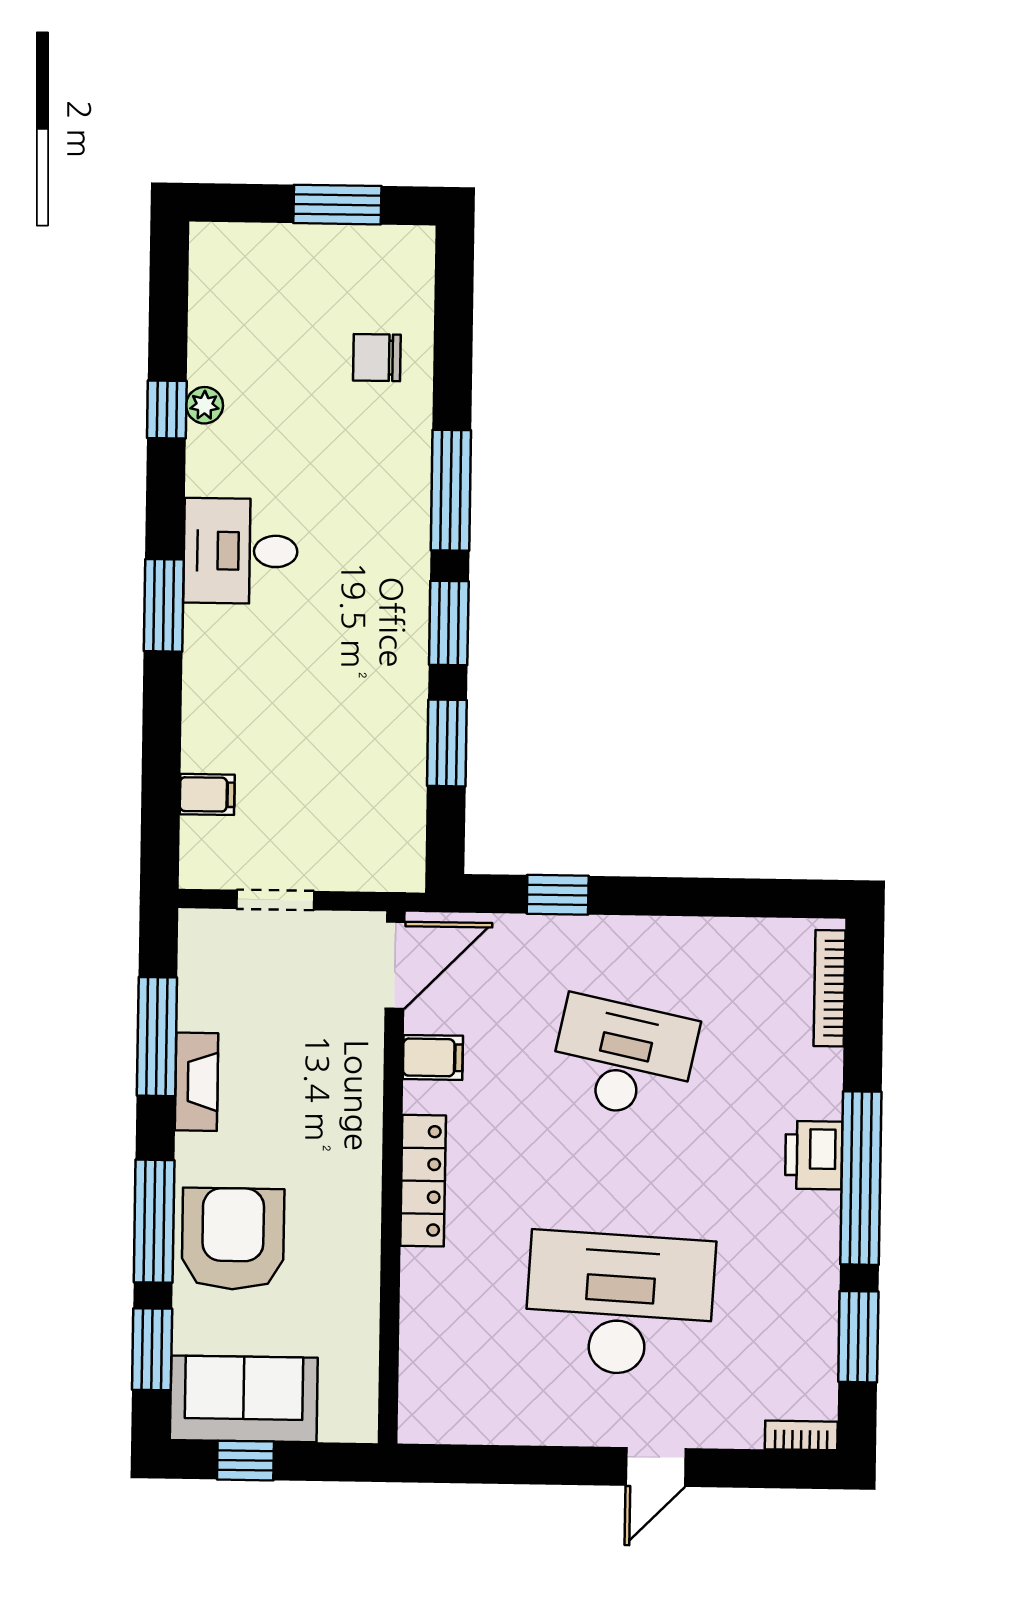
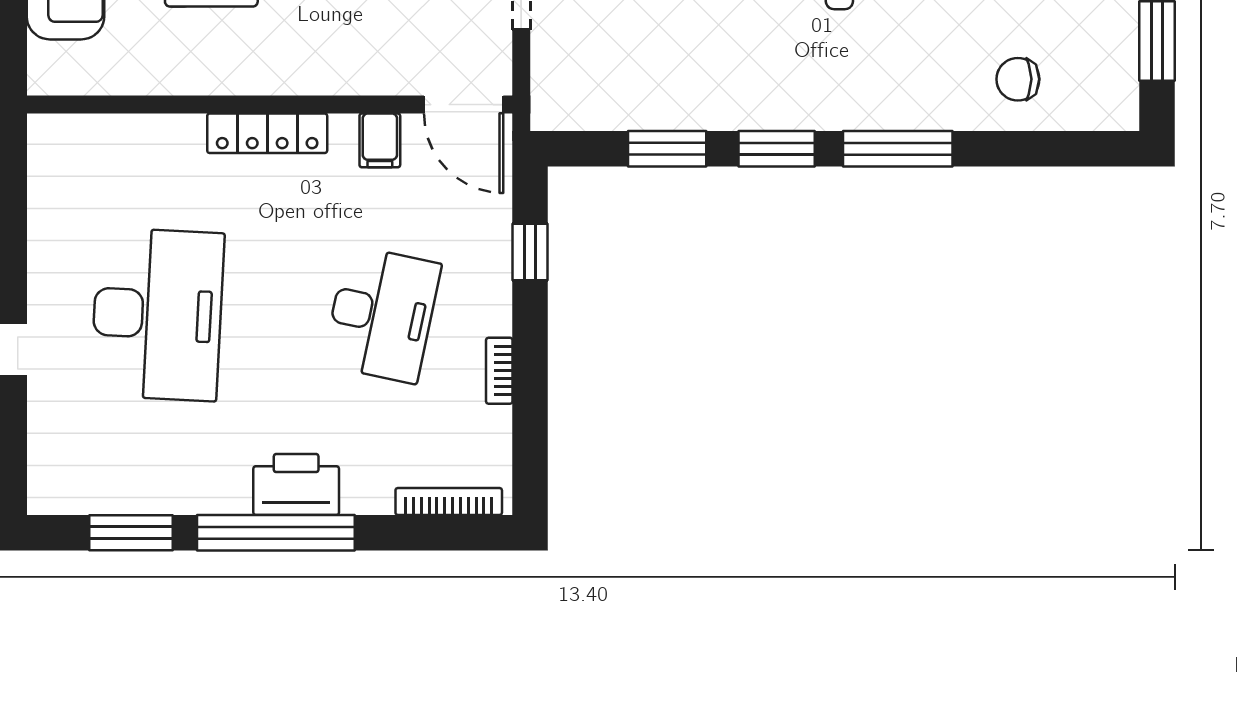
chair: (377, 358) -> (1018, 79), turned -90
printer: (814, 1155) -> (296, 485), width x1.37, depth x1.19
bookcase: (801, 1435) -> (499, 371), moved, turned 180

